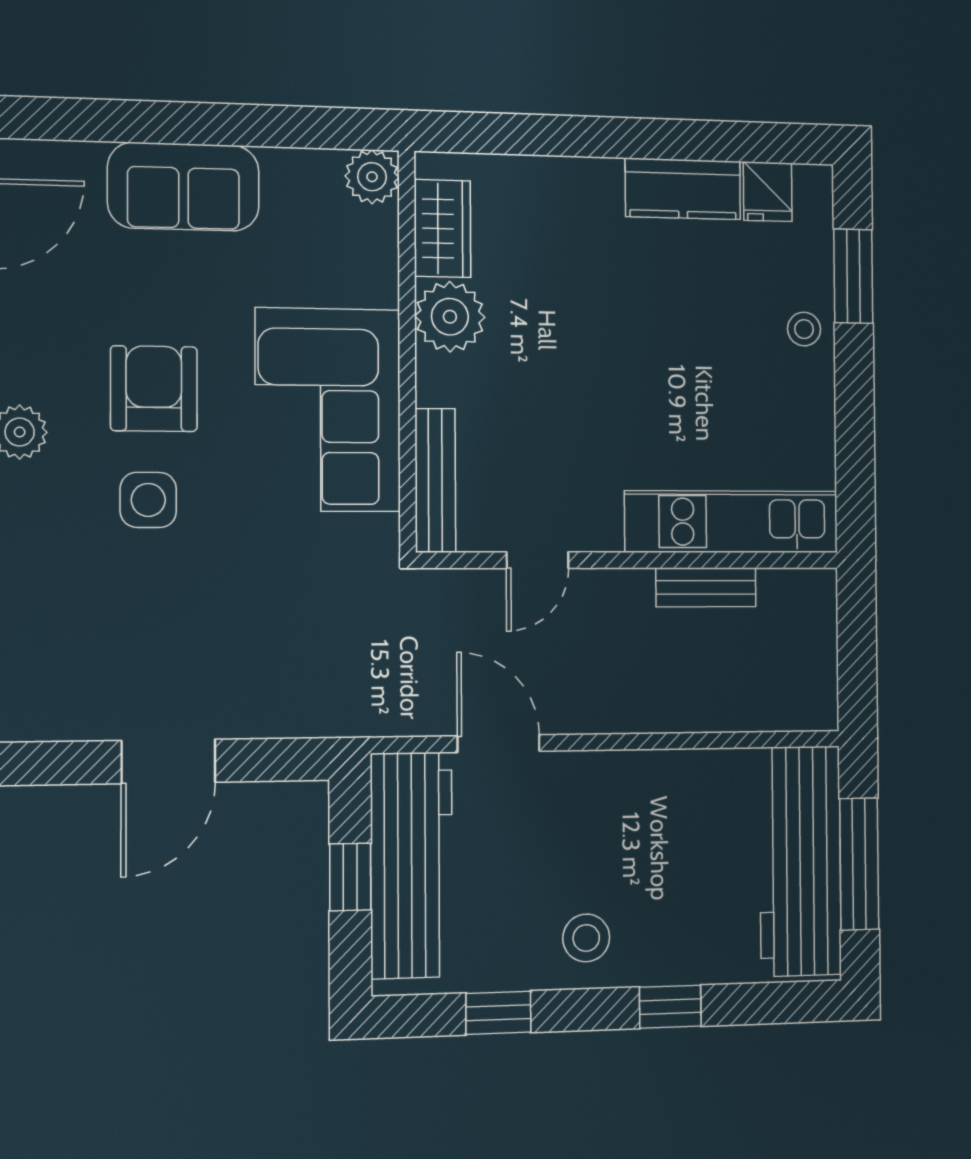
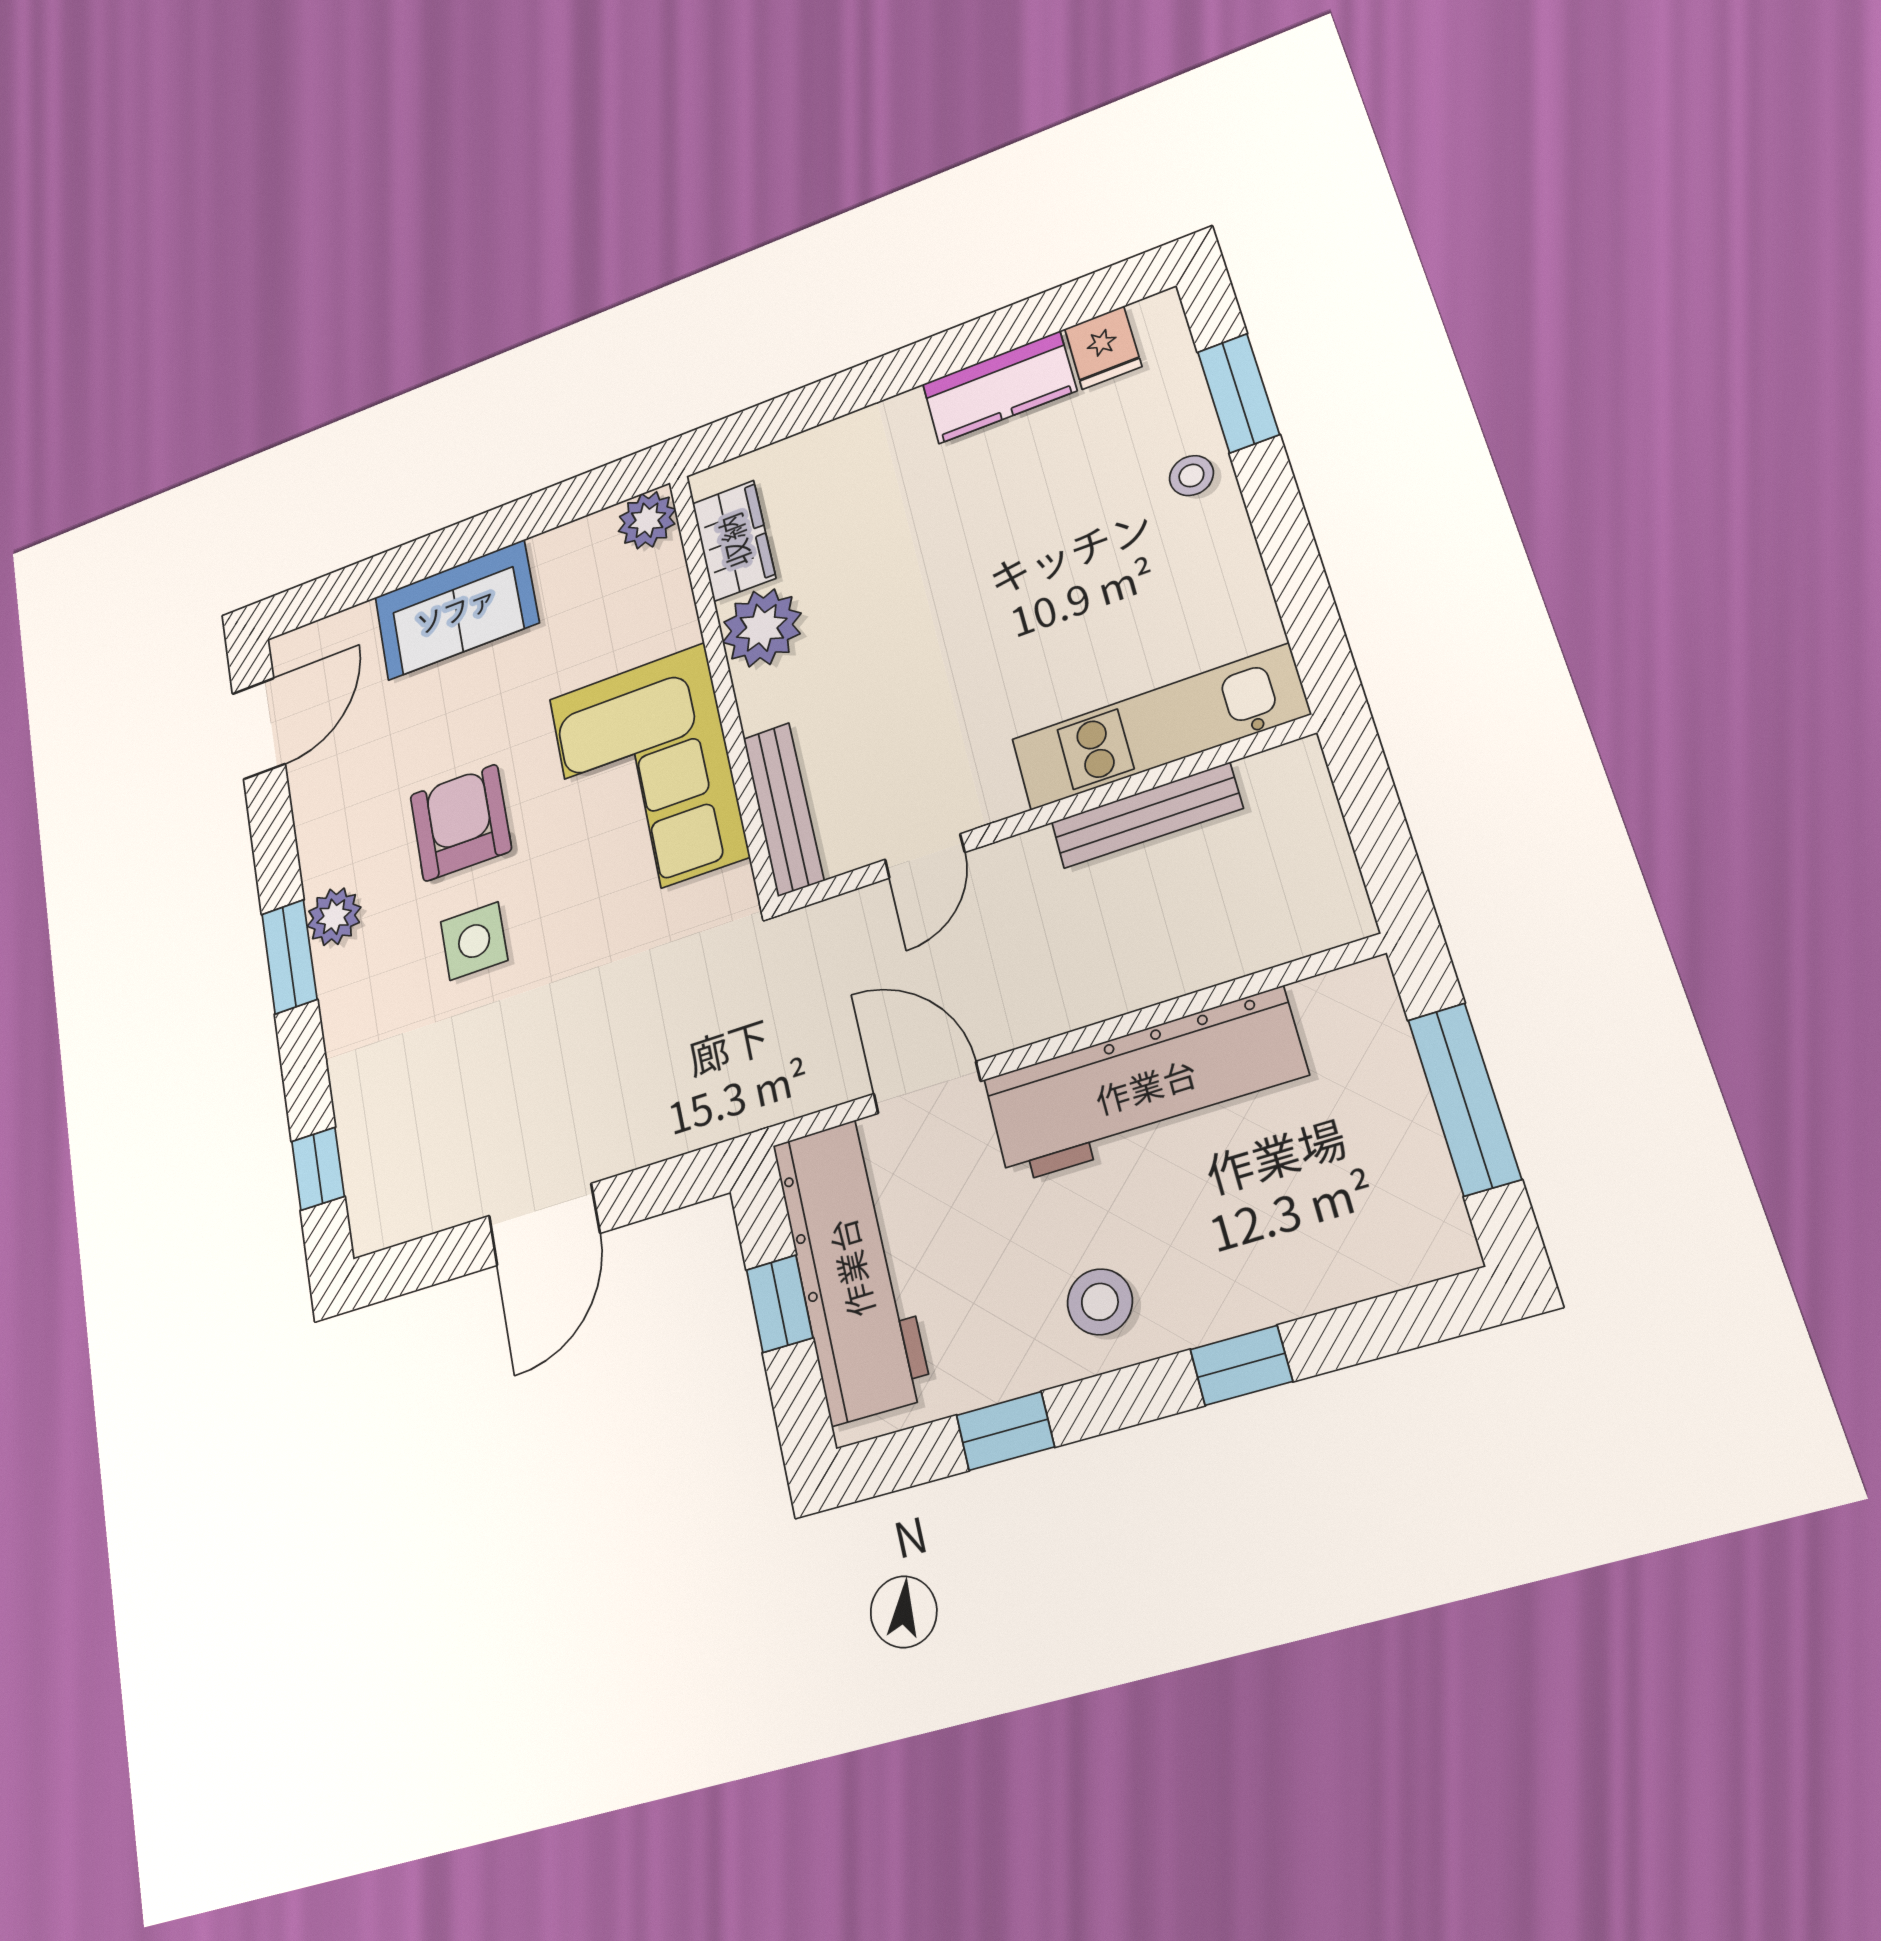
bench: (706, 587) -> (1147, 815), width x1.36
workbench: (800, 861) -> (1146, 1086), moved, turned -90

